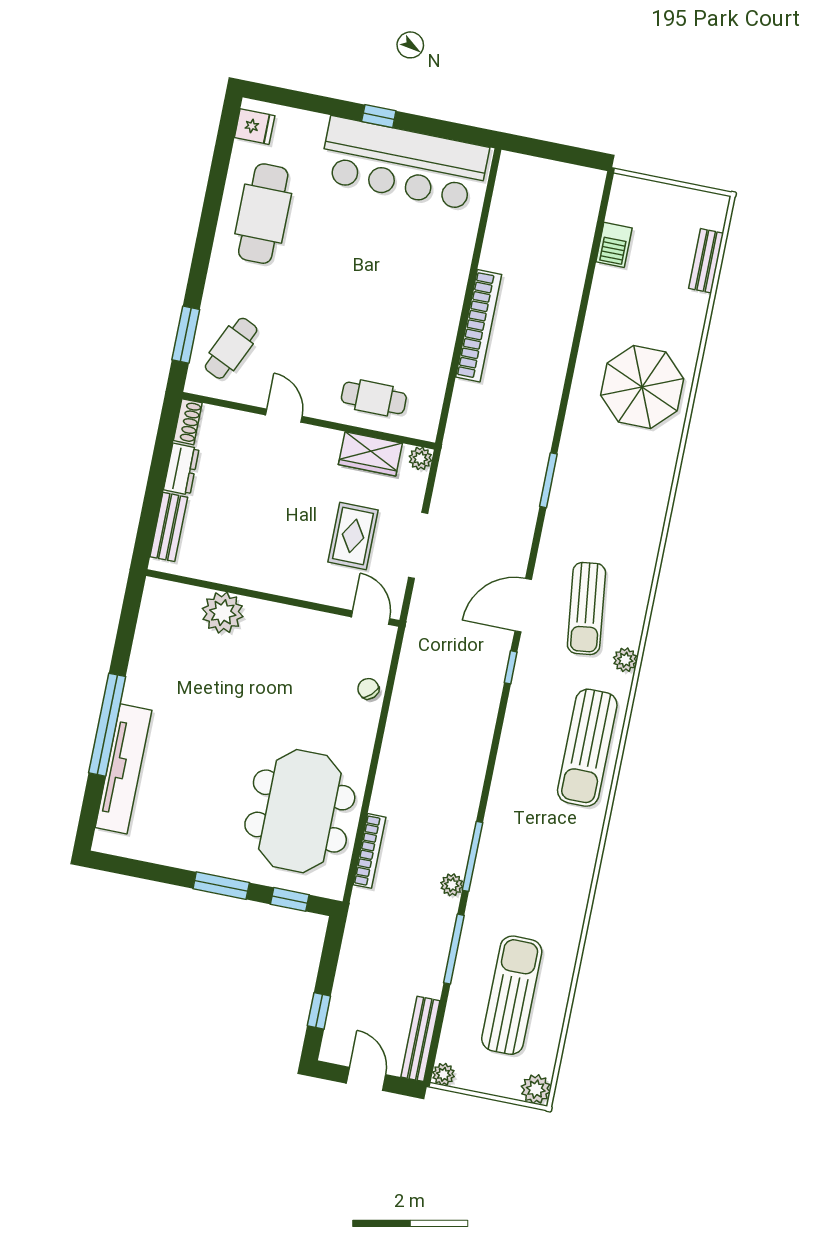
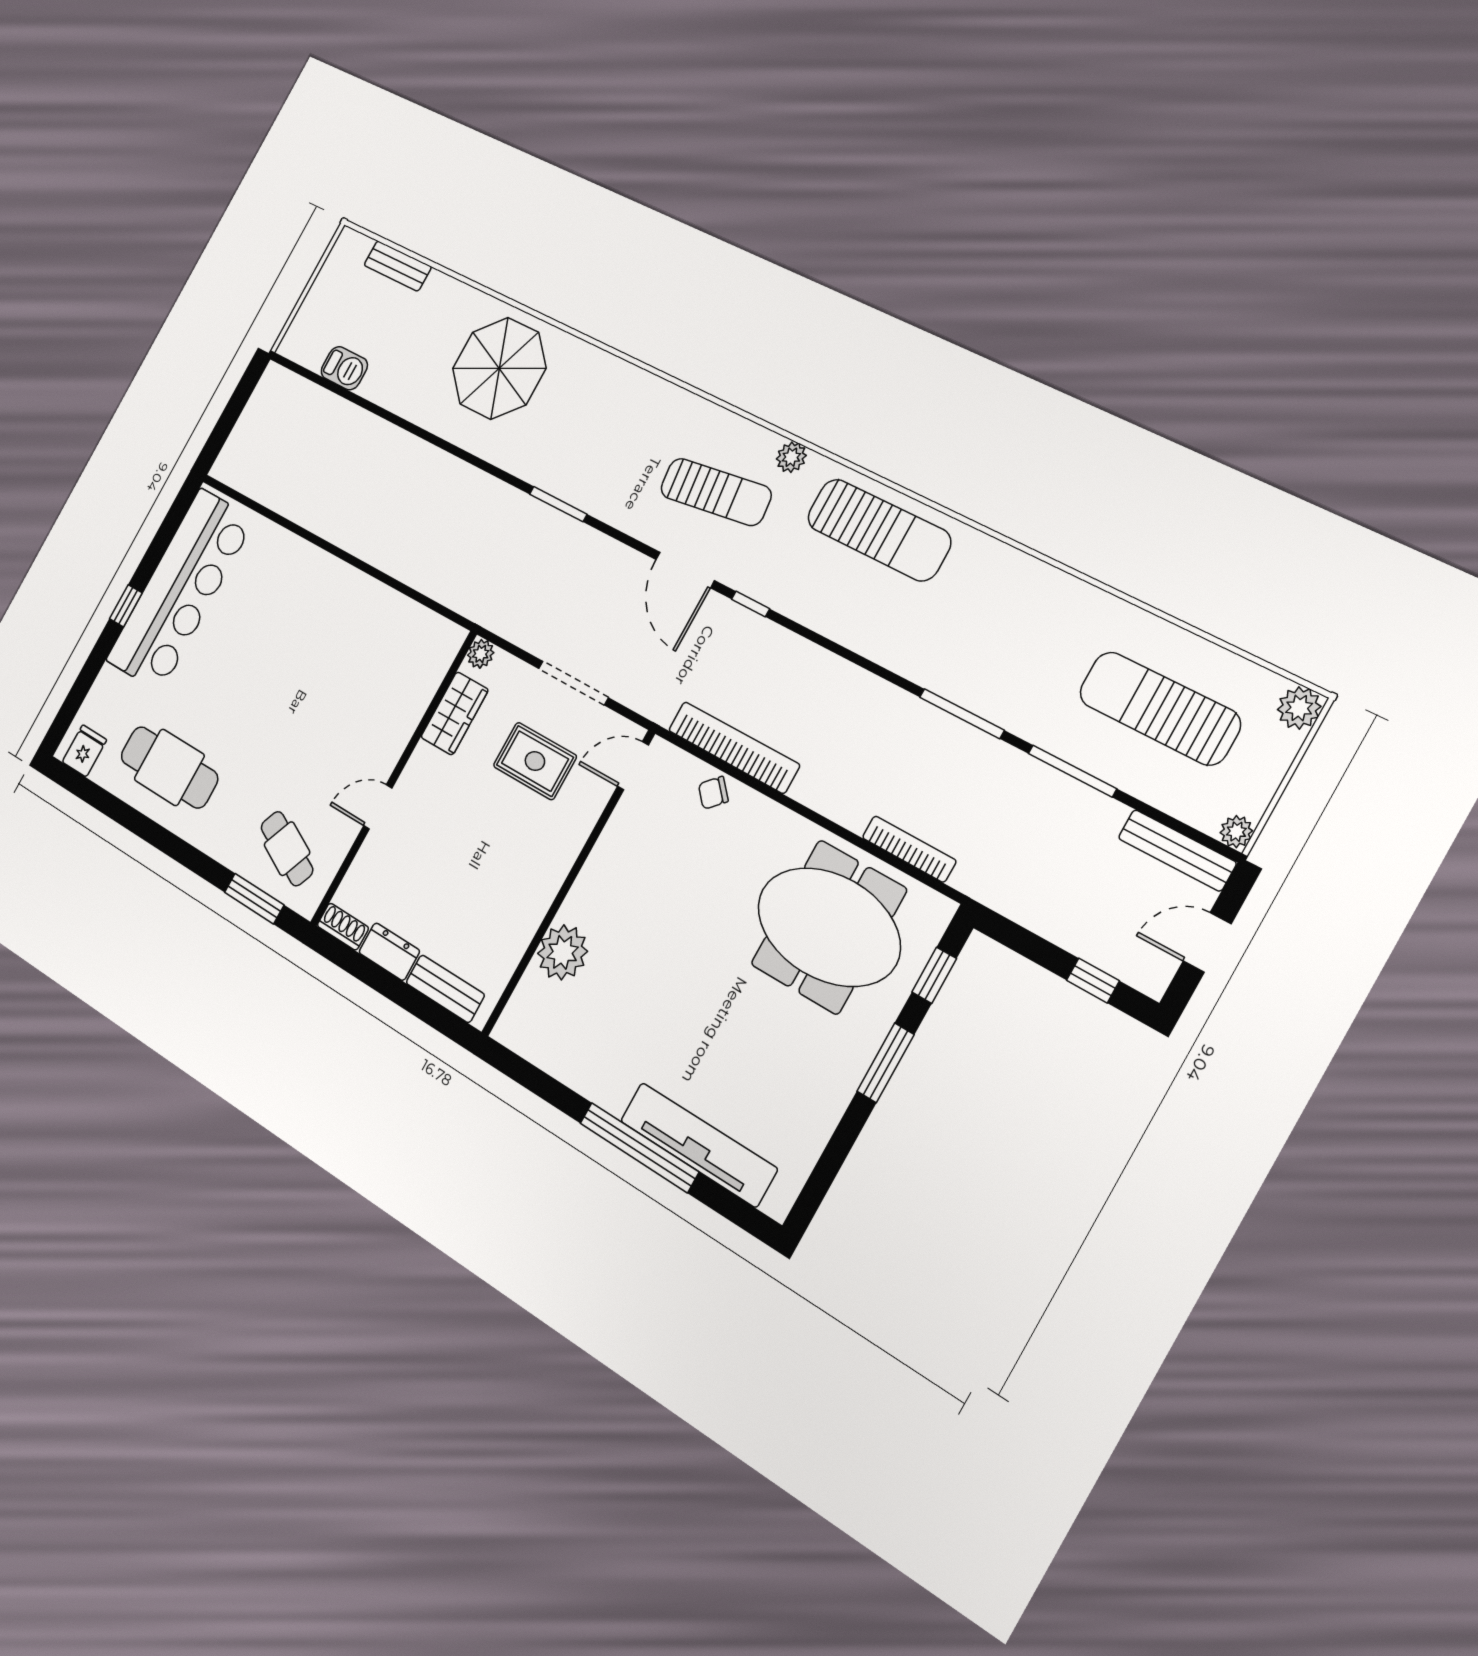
bookcase: (479, 326) -> (734, 747), moved
cafe table: (374, 398) -> (398, 692), removed
plant: (452, 885) -> (989, 751), removed

